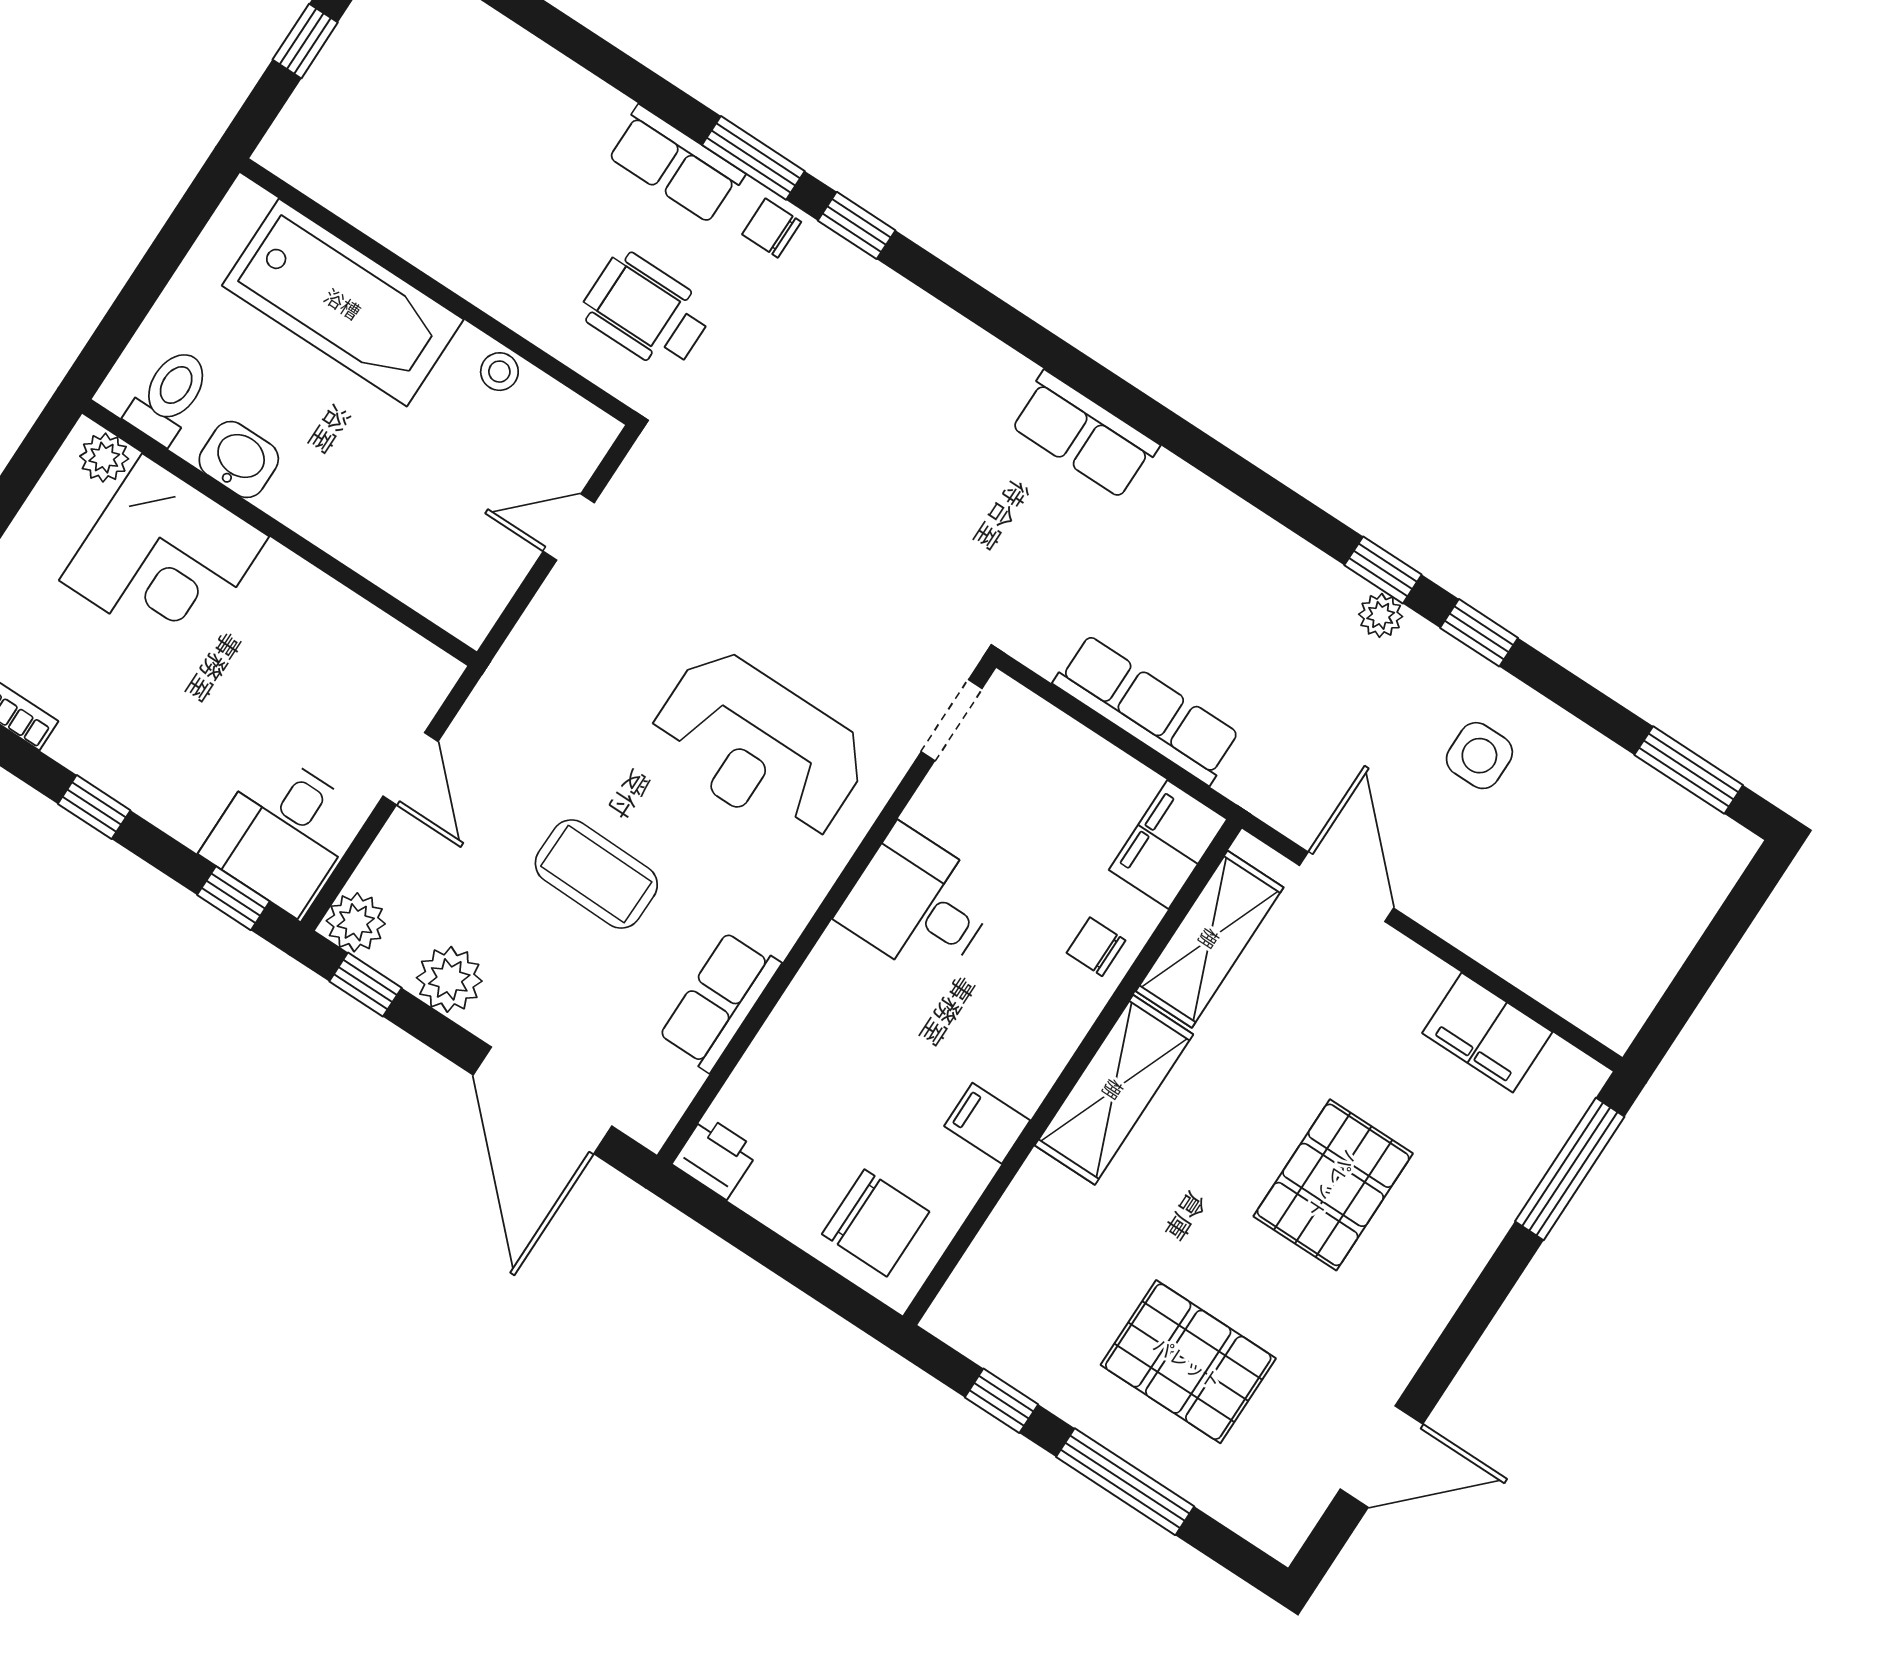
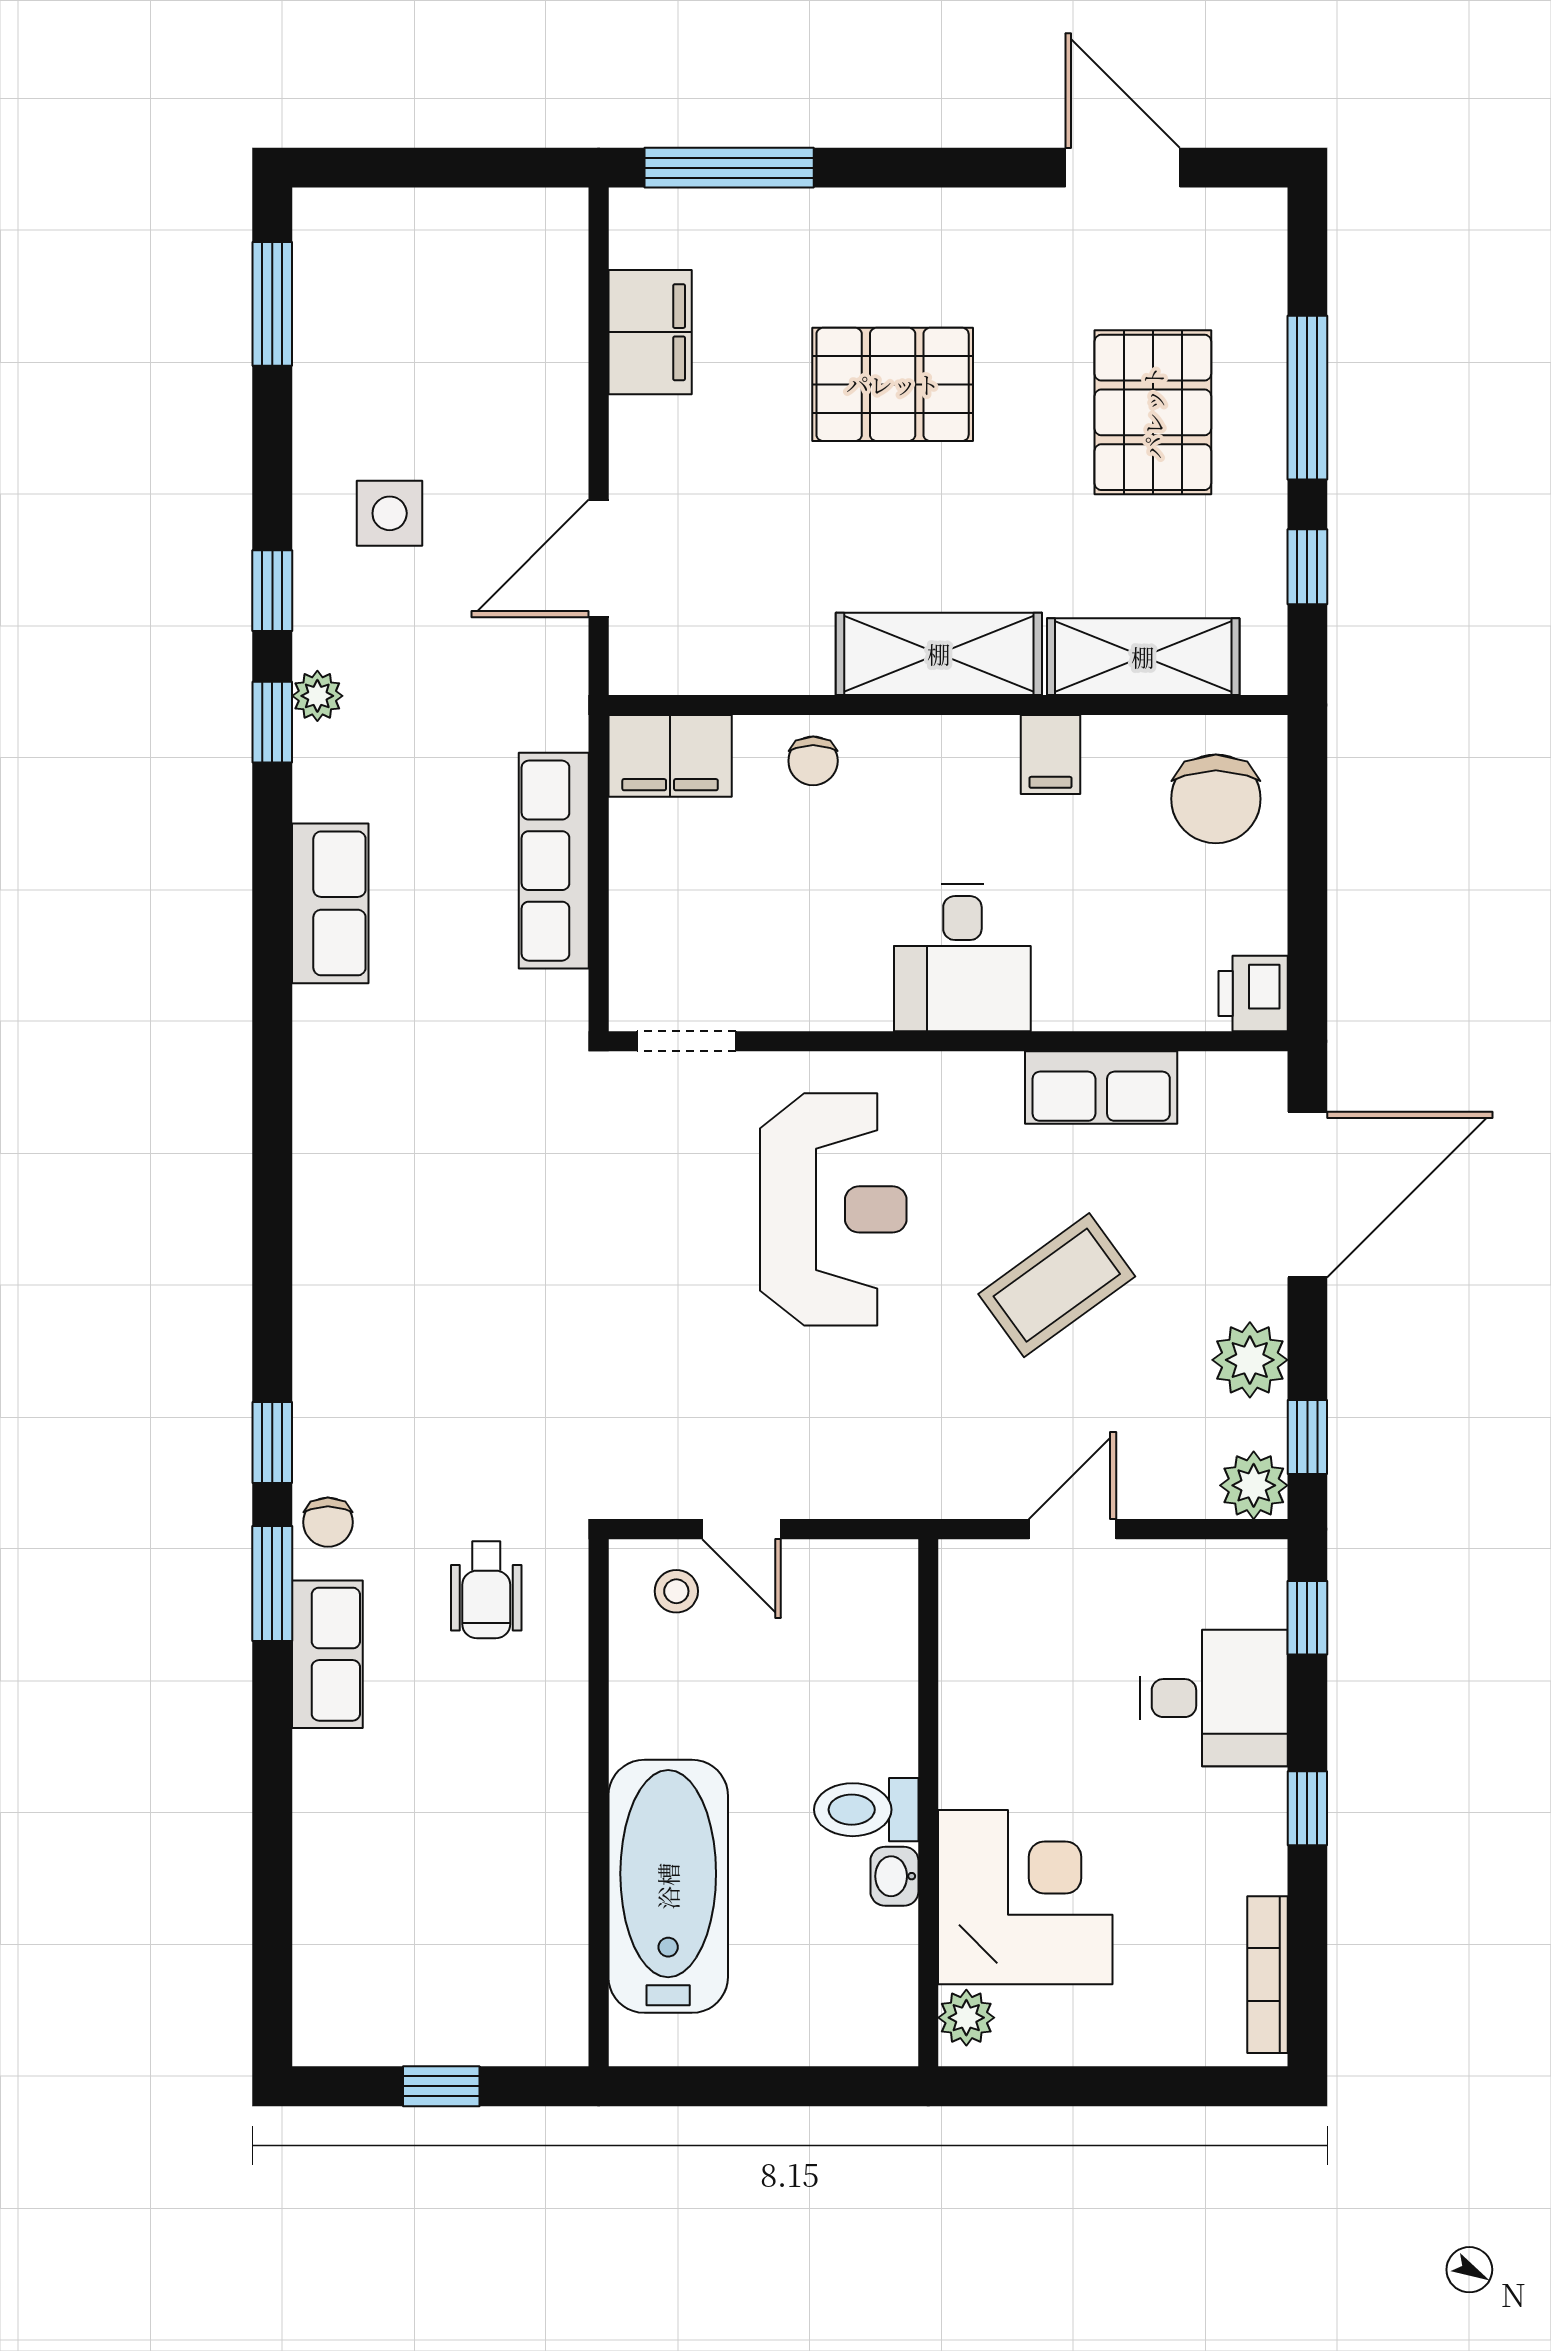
wheelchair: (646, 311) -> (486, 1590), width x0.73, depth x0.73
stool: (499, 372) -> (676, 1591), moved
toilet: (169, 396) -> (866, 1810), moved
row of seats: (1084, 435) -> (330, 903), moved
washbasin: (239, 460) -> (894, 1876), width x0.72, depth x0.69
desk: (283, 833) -> (1214, 1698), moved
coffee table: (596, 874) -> (1057, 1285), turned 53
desk: (918, 904) -> (962, 958), moved
shelving: (1210, 939) -> (1143, 657), moved
chair: (876, 1223) -> (1216, 799), turned 180

